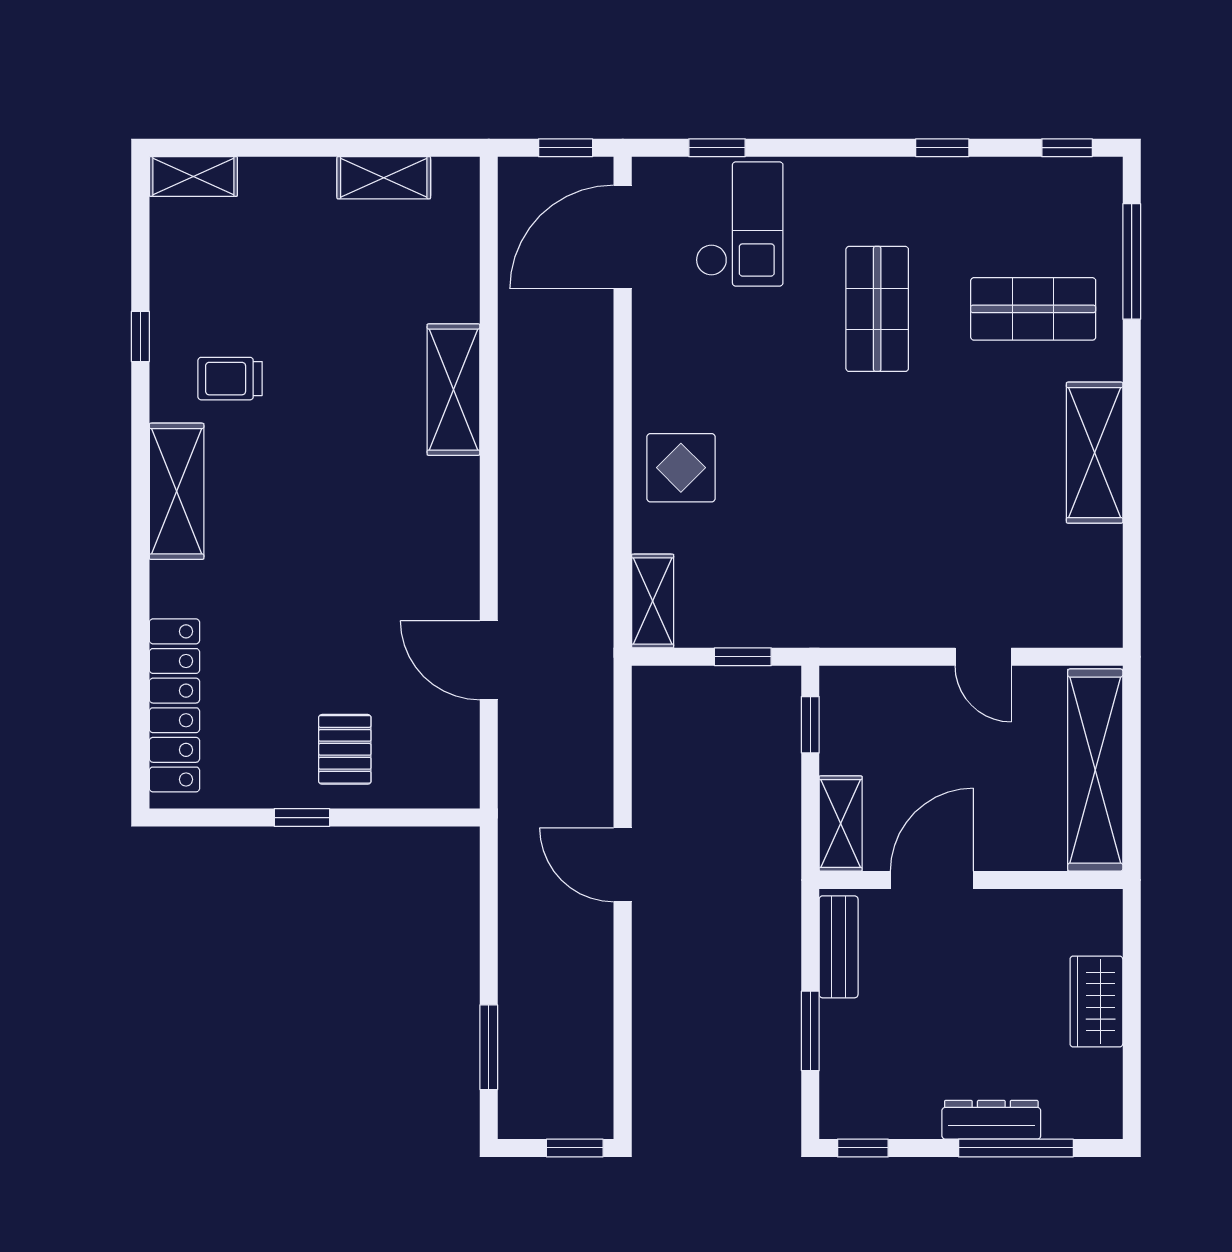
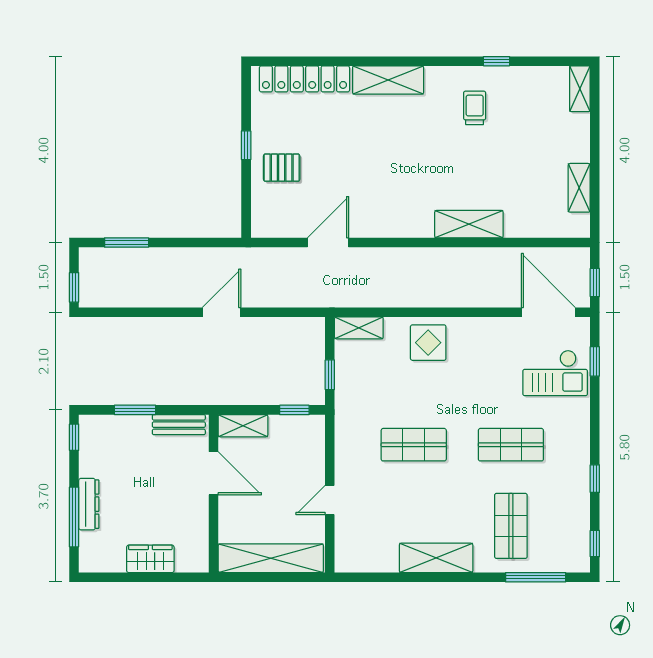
shelving: (177, 491) -> (388, 80), moved
shop shelf: (877, 496) -> (414, 445), added

